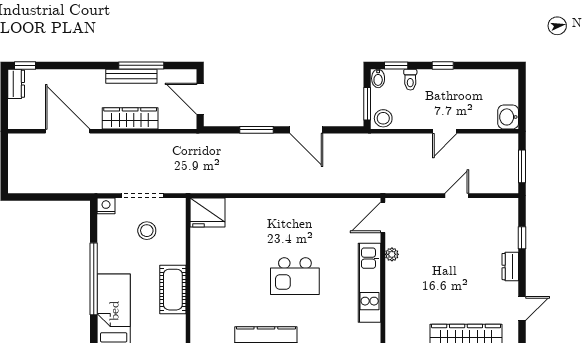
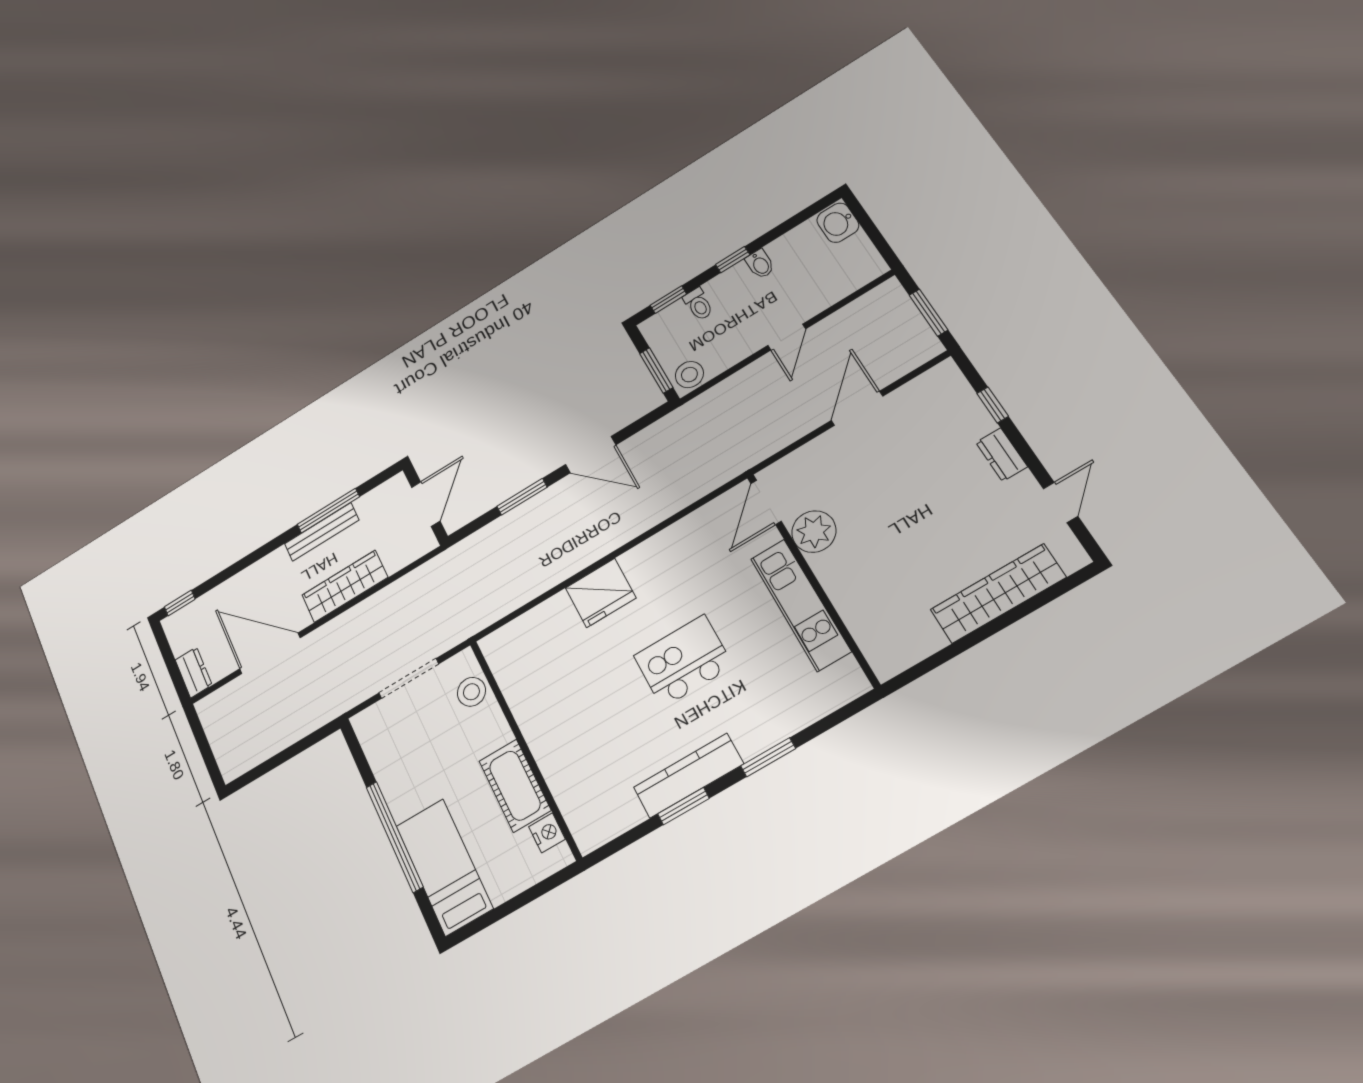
bidet: (378, 78) -> (760, 264), moved
dresser: (16, 84) -> (194, 672), moved
door: (200, 99) -> (426, 504), swing flipped
washbasin: (508, 117) -> (838, 223), moved
door: (457, 196) -> (857, 408), width x1.38
nightstand: (106, 206) -> (547, 833), moved, turned 90
fridge: (208, 212) -> (601, 593), moved
stool: (147, 231) -> (471, 692), moved
plant: (392, 254) -> (814, 532), width x1.88, depth x1.88
kitchen island: (295, 276) -> (683, 661), turned 180

